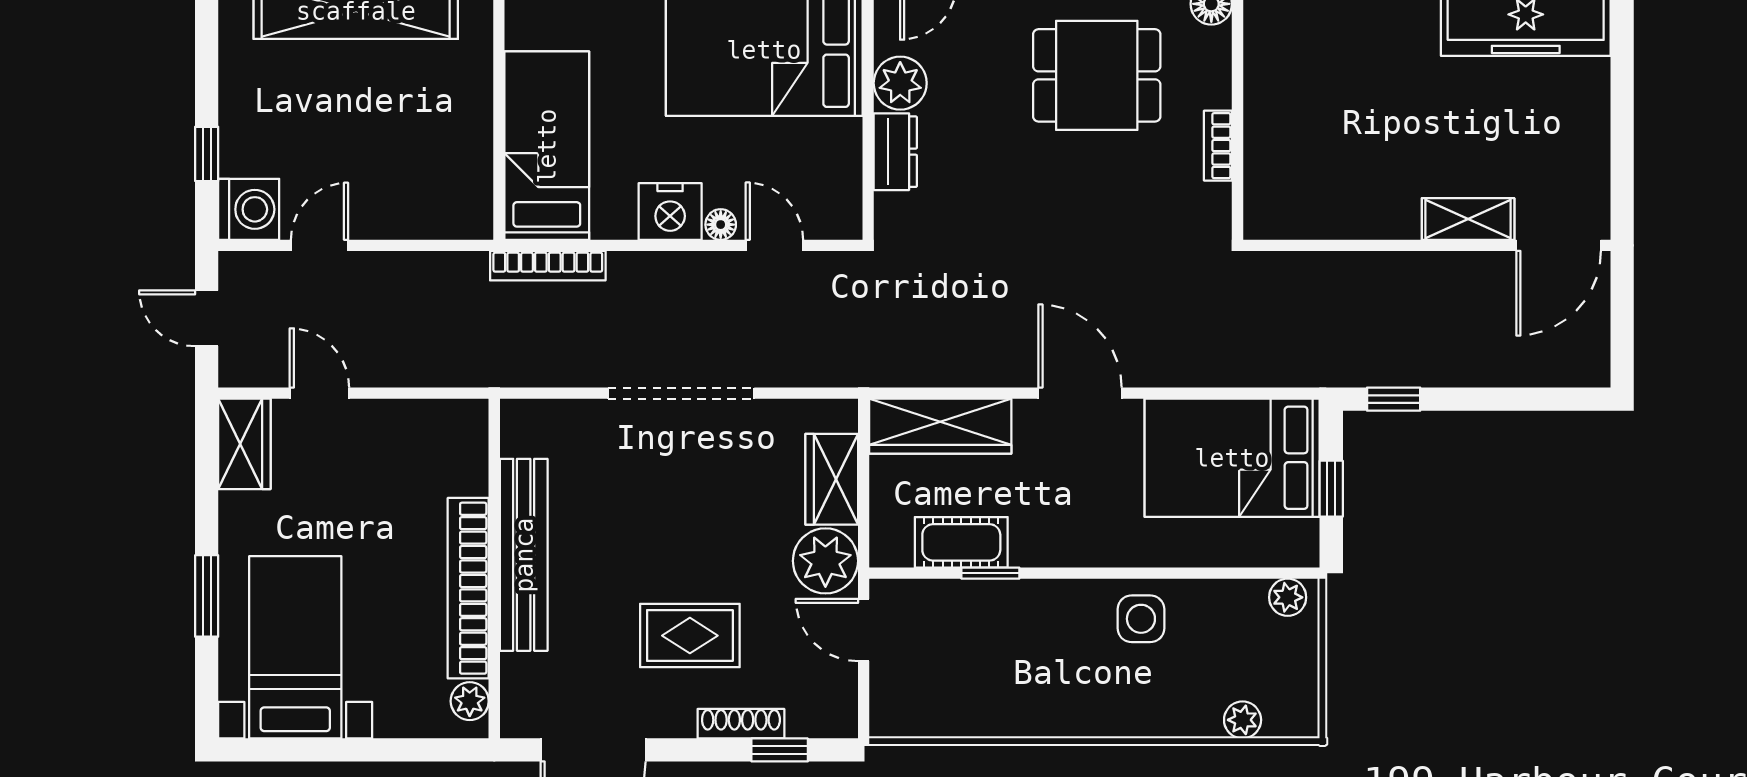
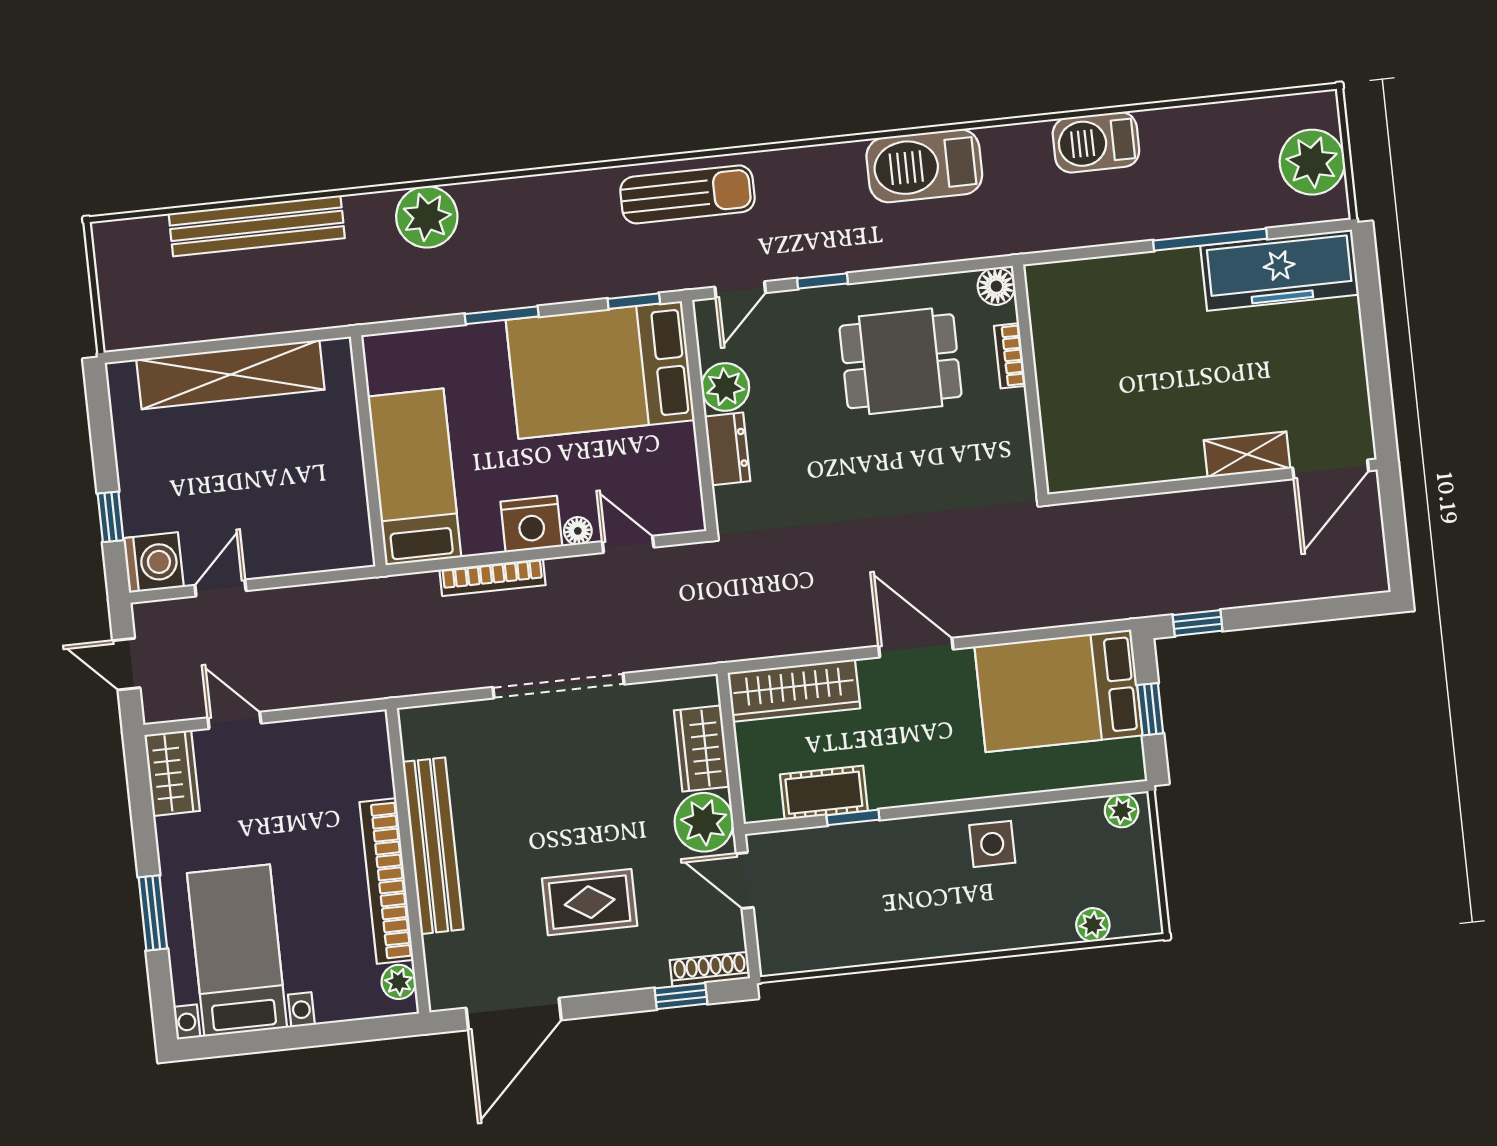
bookcase: (1218, 146) -> (1010, 356), moved
bookcase: (548, 266) -> (493, 577), moved
shoe rack: (741, 724) -> (710, 969), moved

